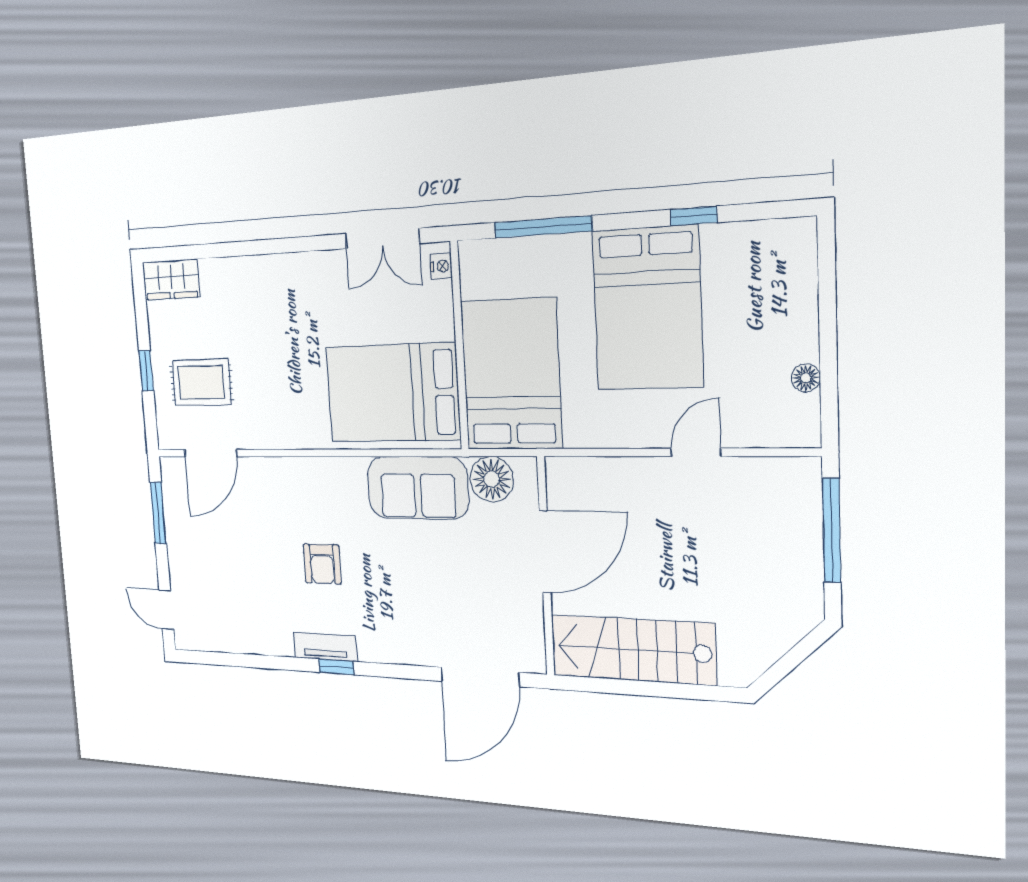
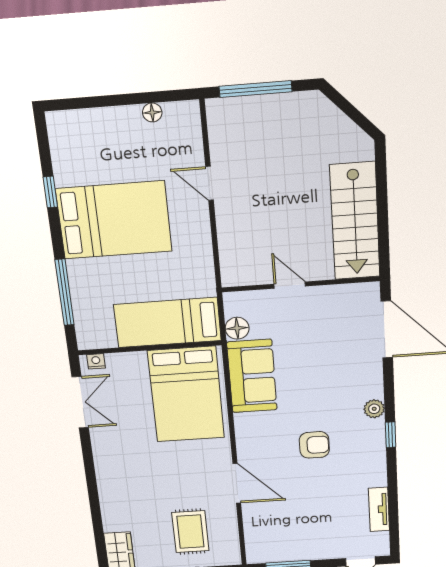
bed: (511, 375) -> (168, 323), width x0.67
door: (211, 453) -> (237, 483), moved
floor lamp: (492, 479) -> (237, 328), width x0.73, depth x0.73
door: (545, 552) -> (290, 285), width x0.53
tv unit: (325, 647) -> (379, 509), moved
plant: (371, 649) -> (374, 409), added

